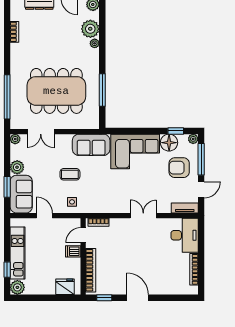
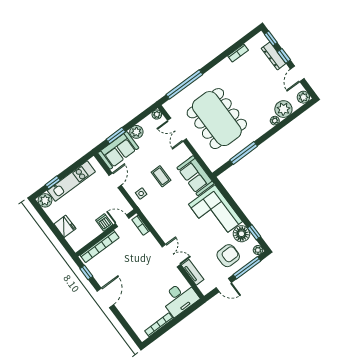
armchair: (179, 168) -> (228, 256), turned 90
tv unit: (185, 208) -> (193, 272), moved
fridge: (65, 287) -> (65, 226), moved

